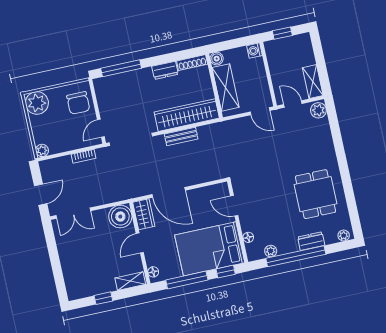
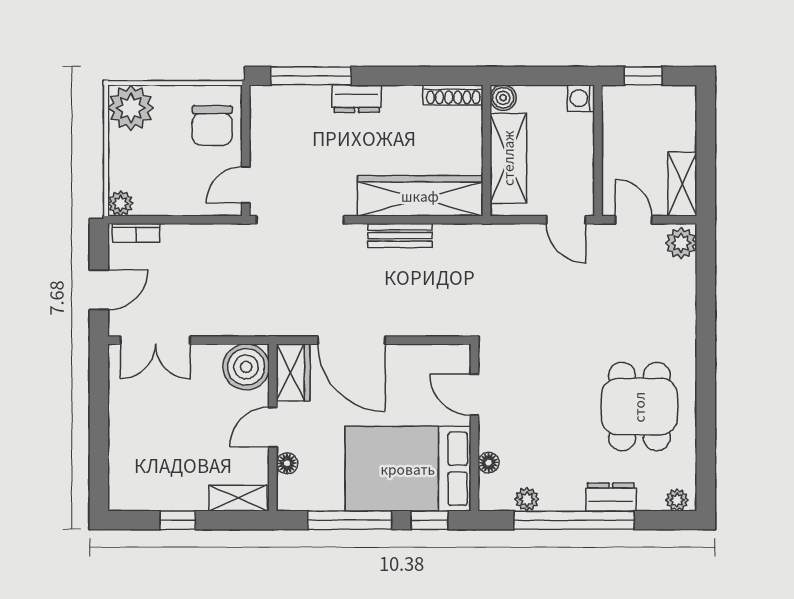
dresser: (165, 70) -> (357, 99), moved
bookcase: (84, 156) -> (136, 233), moved
floor lamp: (153, 272) -> (287, 463), moved

